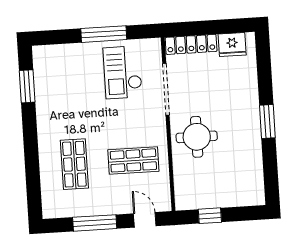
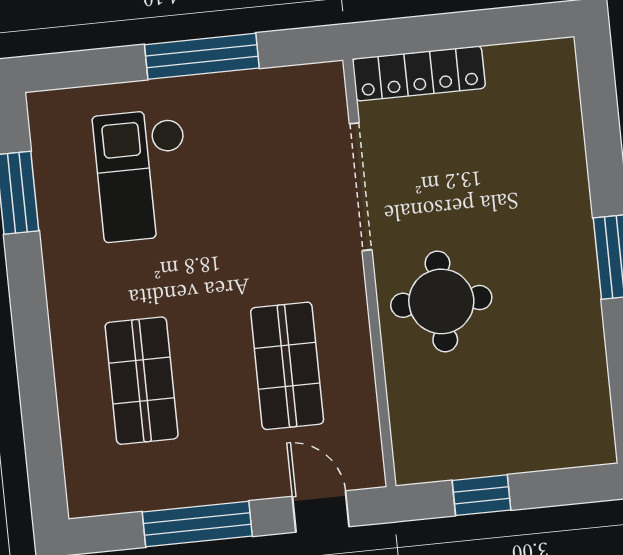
fridge: (232, 45) -> (520, 70), removed
checkout: (123, 72) -> (143, 175), moved
shop shelf: (133, 160) -> (287, 366), turned 90

